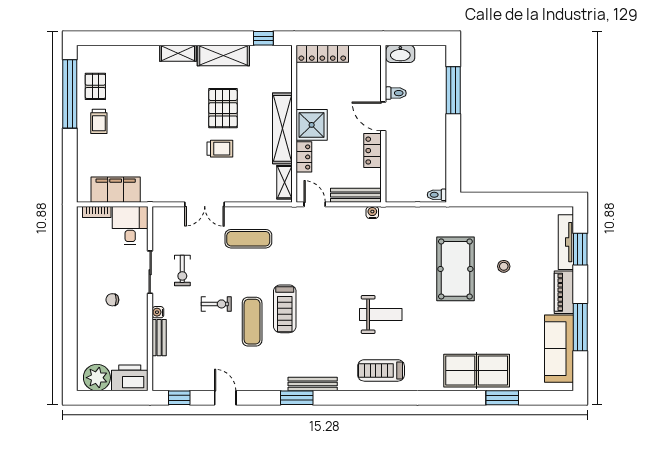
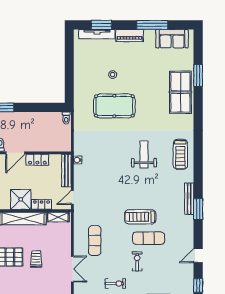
treadmill: (285, 309) -> (140, 217), turned 180
sofa: (559, 349) -> (172, 39), width x0.73

